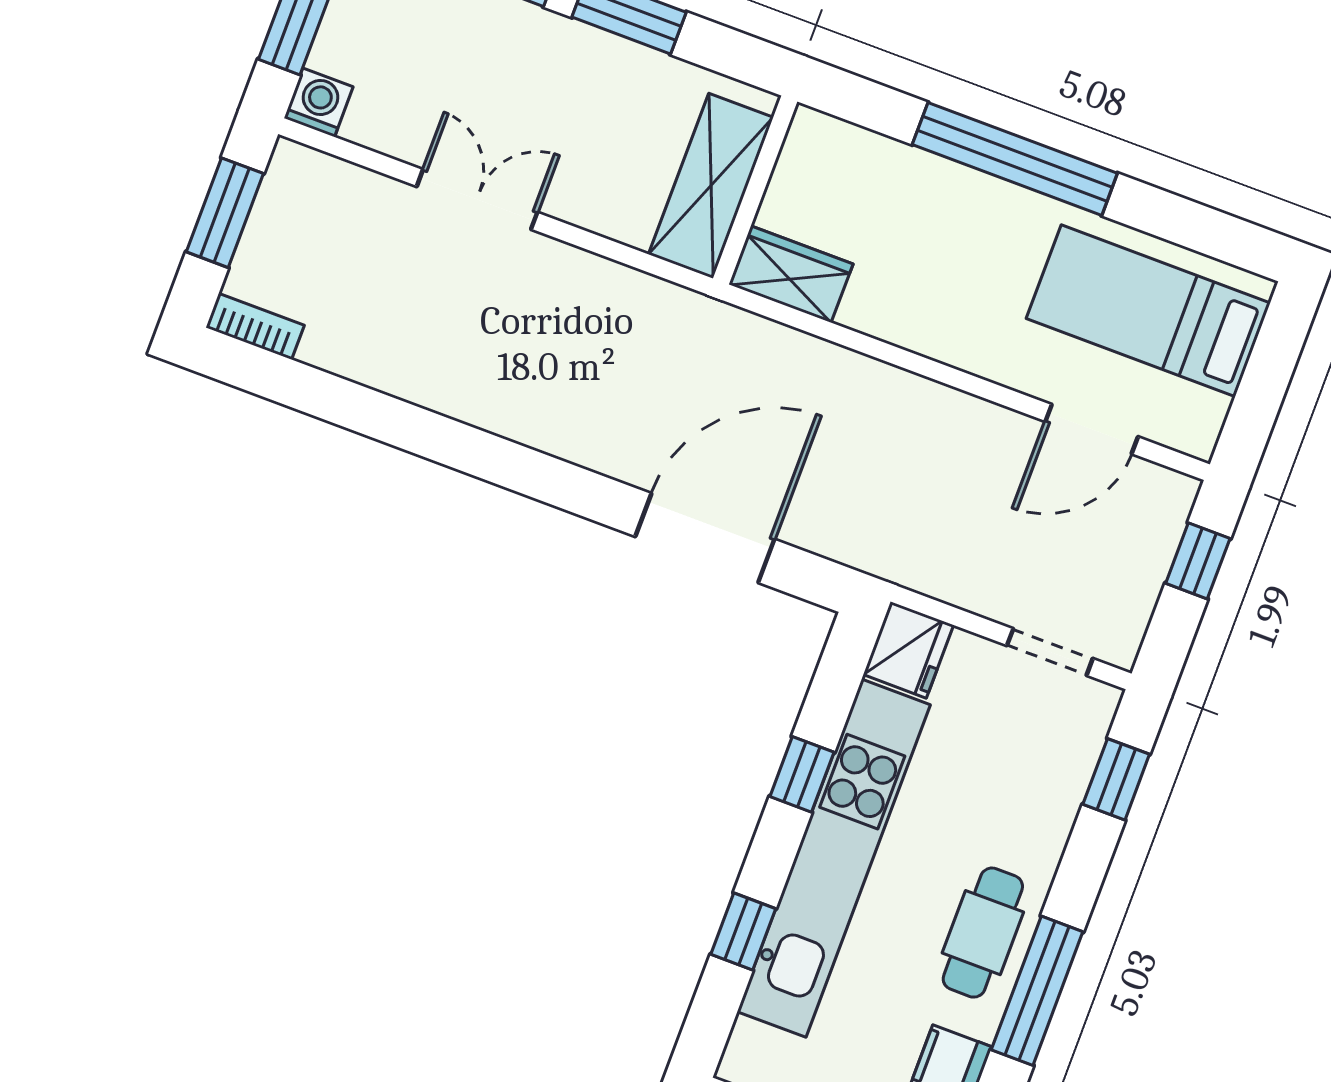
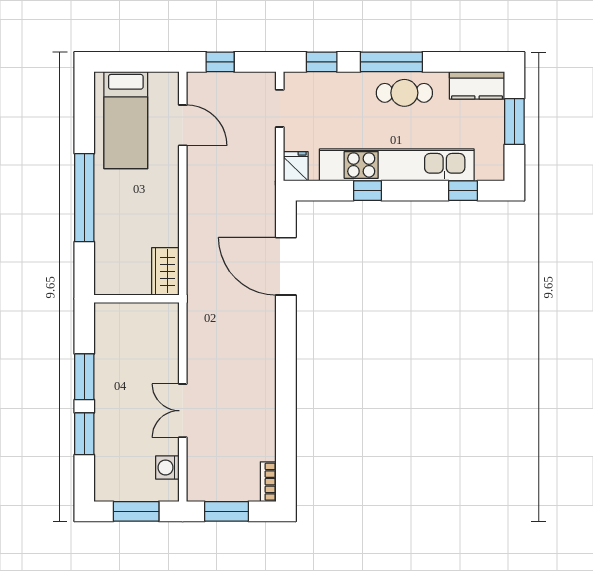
washing machine: (319, 102) -> (167, 468), moved
shelving: (711, 186) -> (142, 317), removed
fridge: (908, 650) -> (296, 166), width x0.72
window: (743, 932) -> (463, 191), moved
window: (1037, 991) -> (391, 62), moved

